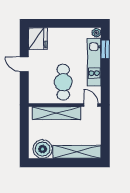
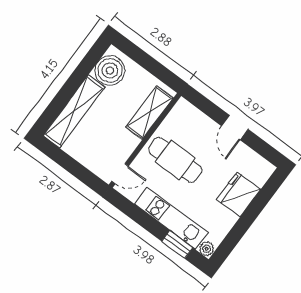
fridge: (38, 39) -> (239, 195), moved, turned 90
door: (24, 64) -> (235, 128), swing flipped
shelving: (57, 113) -> (149, 112), width x0.68

